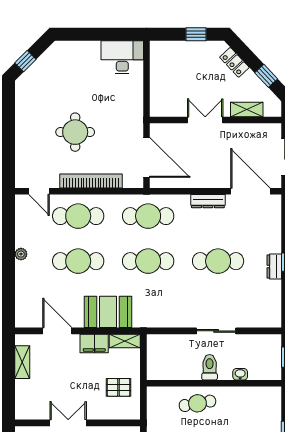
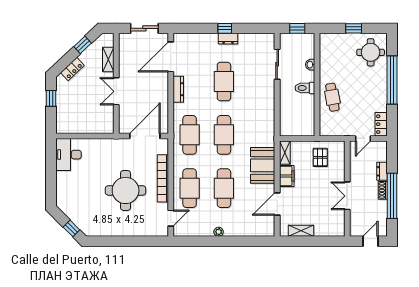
round table: (75, 132) -> (126, 190), width x1.36, depth x1.36
sliding door: (216, 331) -> (277, 64), moved

